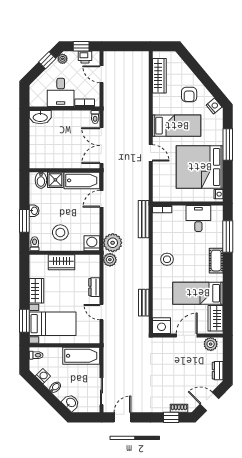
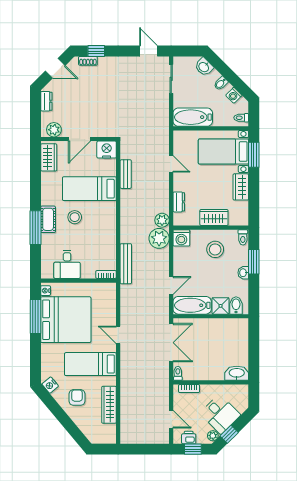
wardrobe: (159, 76) -> (109, 405), moved
desk: (61, 92) -> (220, 414), moved, turned 135
window: (228, 145) -> (35, 317), moved
window: (228, 236) -> (35, 228), moved
stool: (167, 259) -> (75, 217), moved
dresser: (94, 287) -> (179, 202), moved
bed: (198, 293) -> (89, 189), moved, turned 180
door: (122, 417) -> (148, 51), swing flipped

